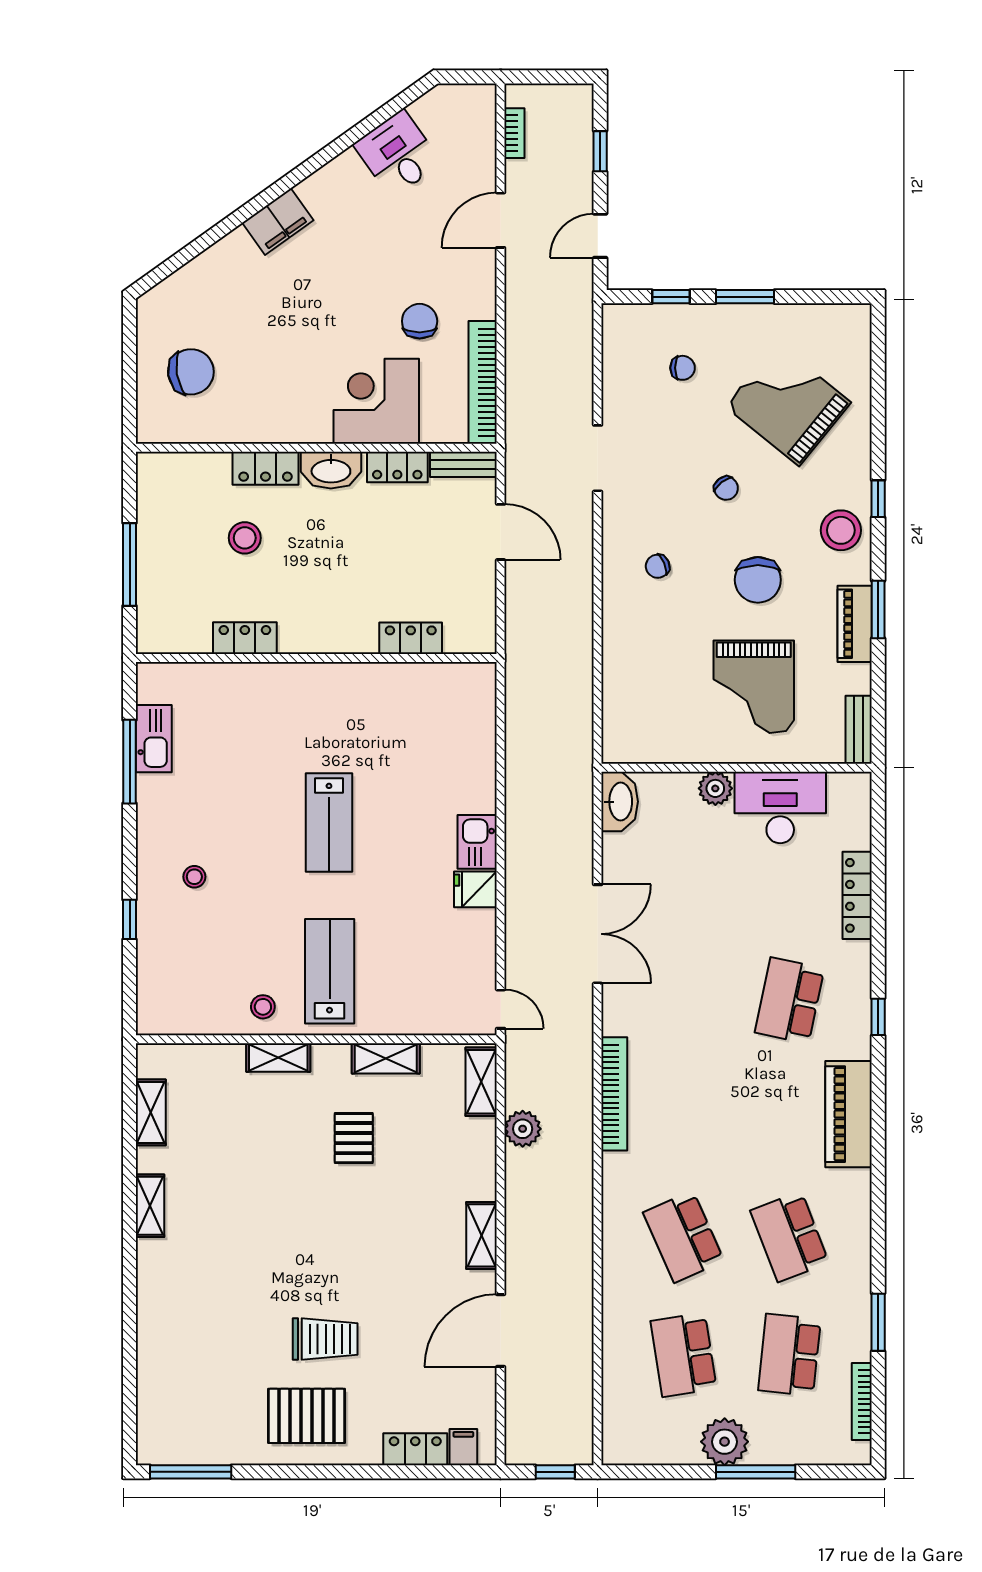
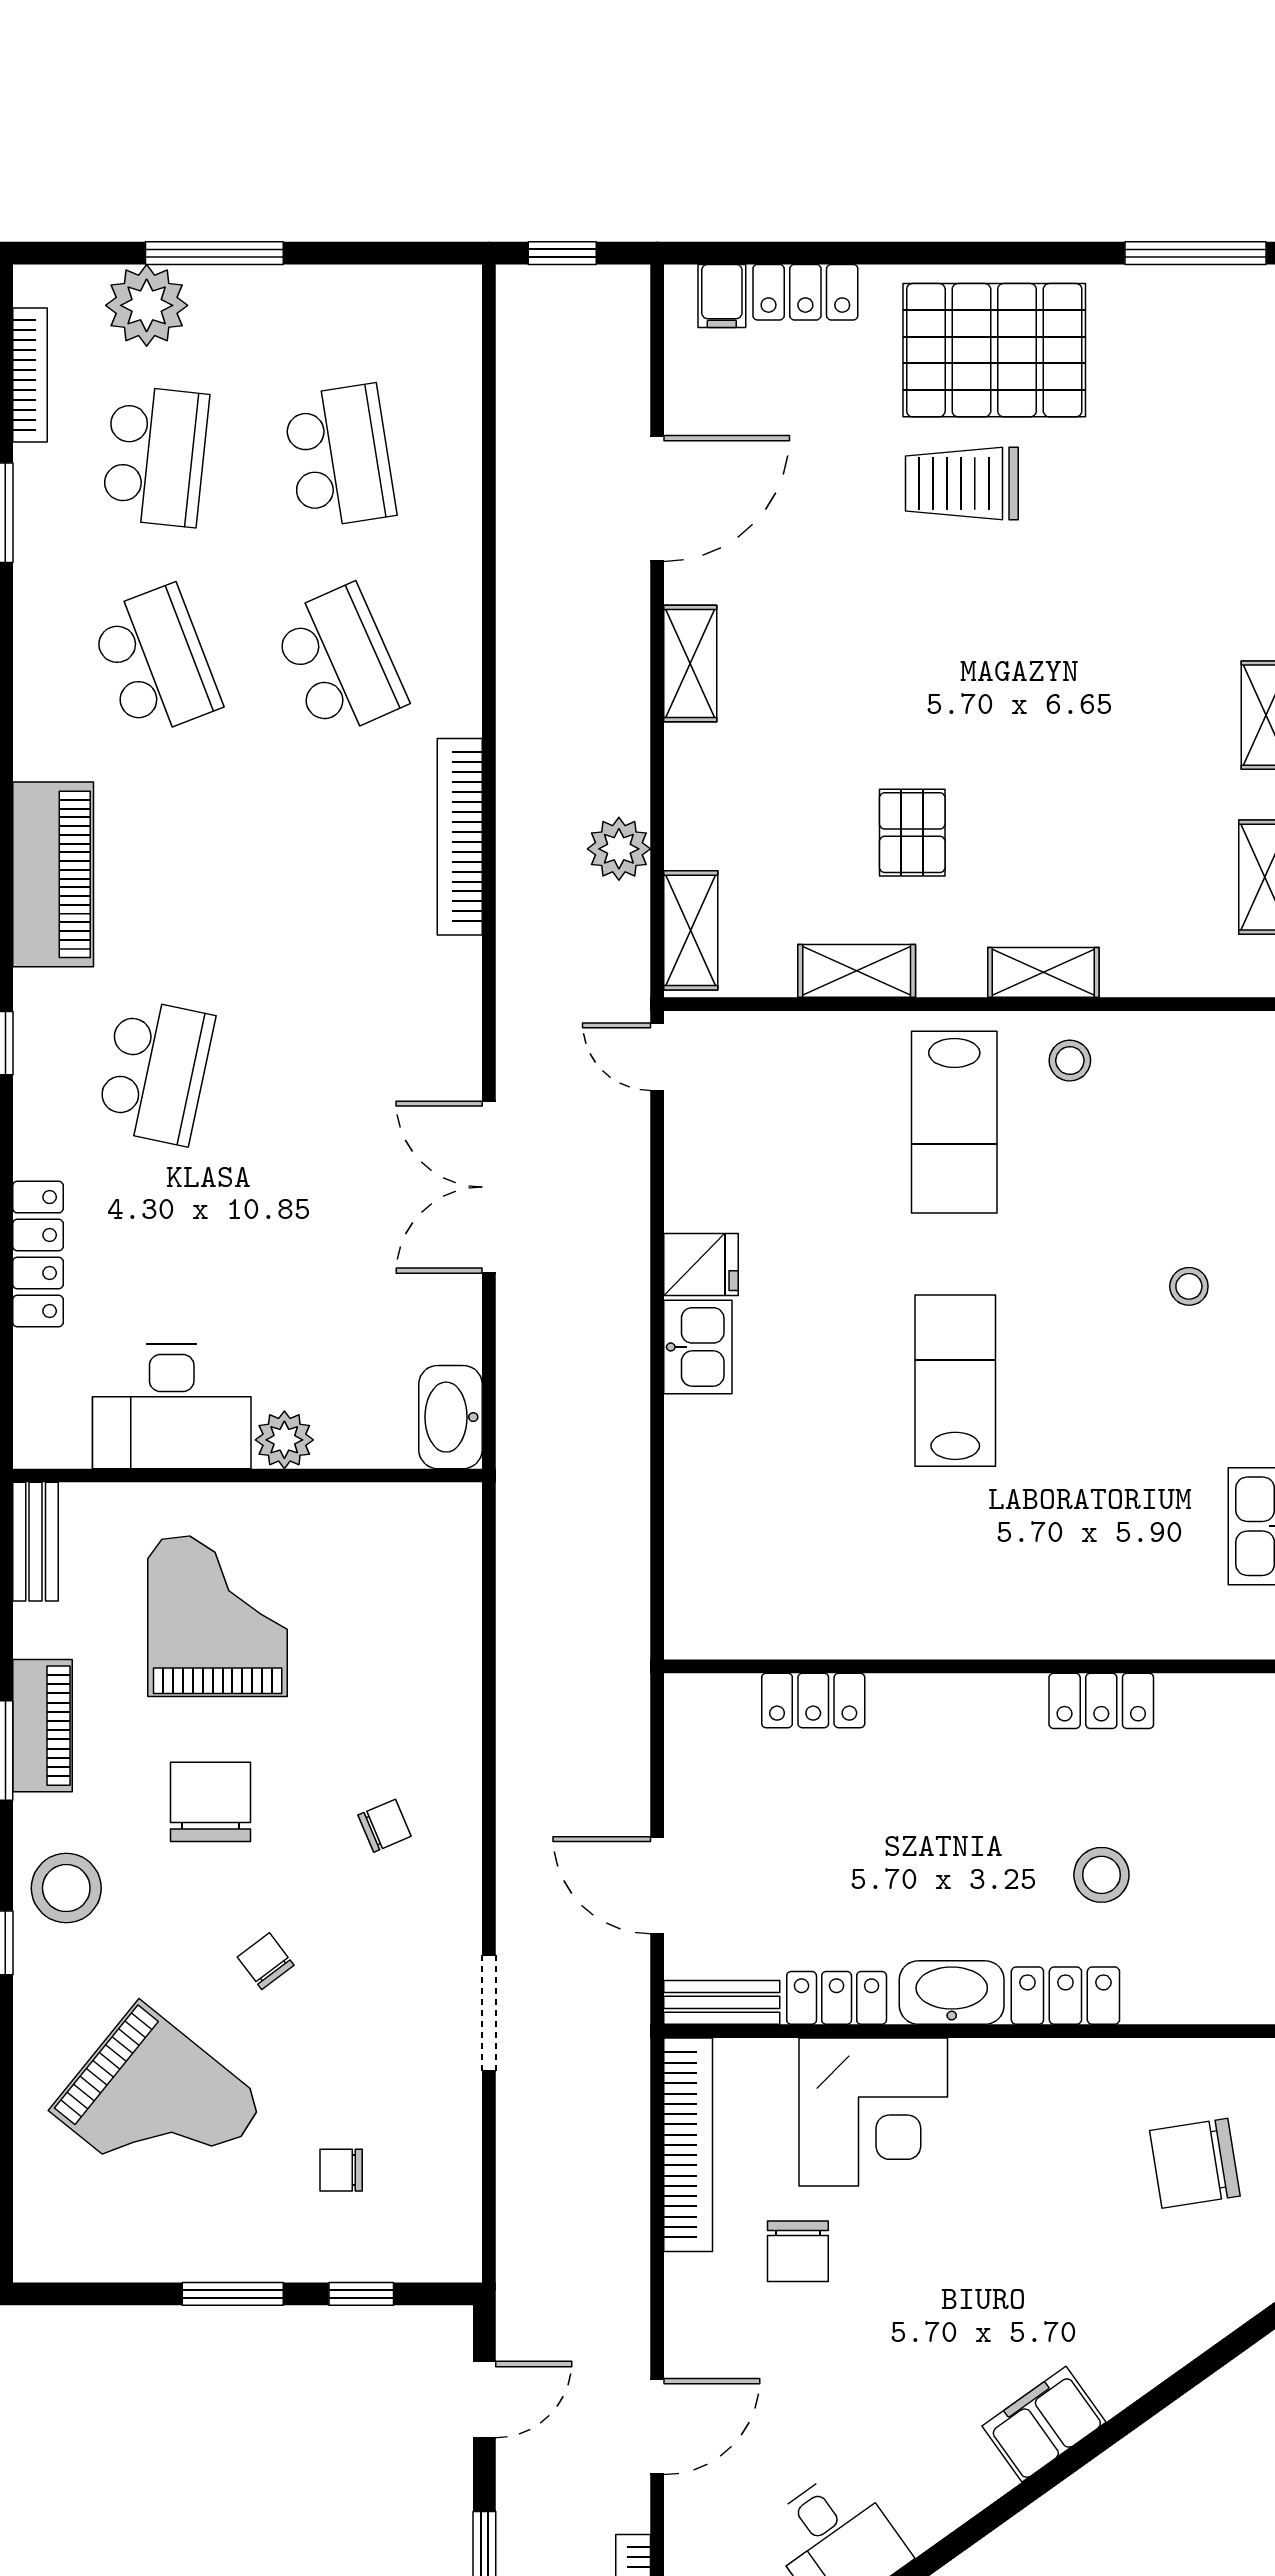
bookcase: (614, 1094) -> (460, 837), moved
pallet: (307, 1416) -> (994, 350), width x1.37, depth x1.41
plant: (725, 1442) -> (147, 305), moved

